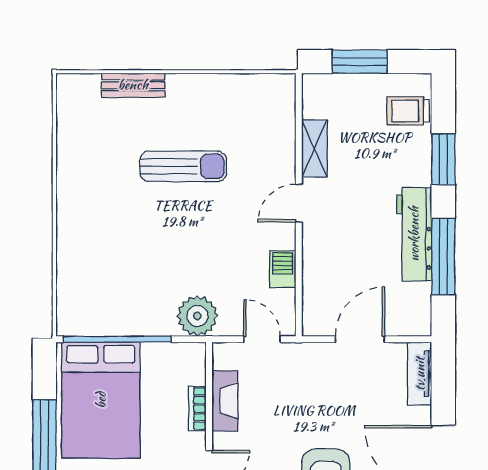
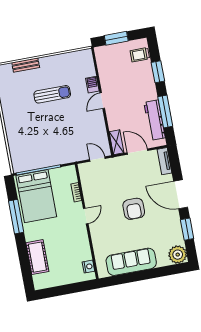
shelving: (314, 148) -> (117, 142), moved
workbench: (414, 234) -> (155, 120), moved
barbecue: (283, 269) -> (92, 85), moved
plant: (197, 316) -> (69, 154), removed
door: (360, 339) -> (137, 152), hinge flipped
fireplace: (225, 401) -> (87, 187), removed

